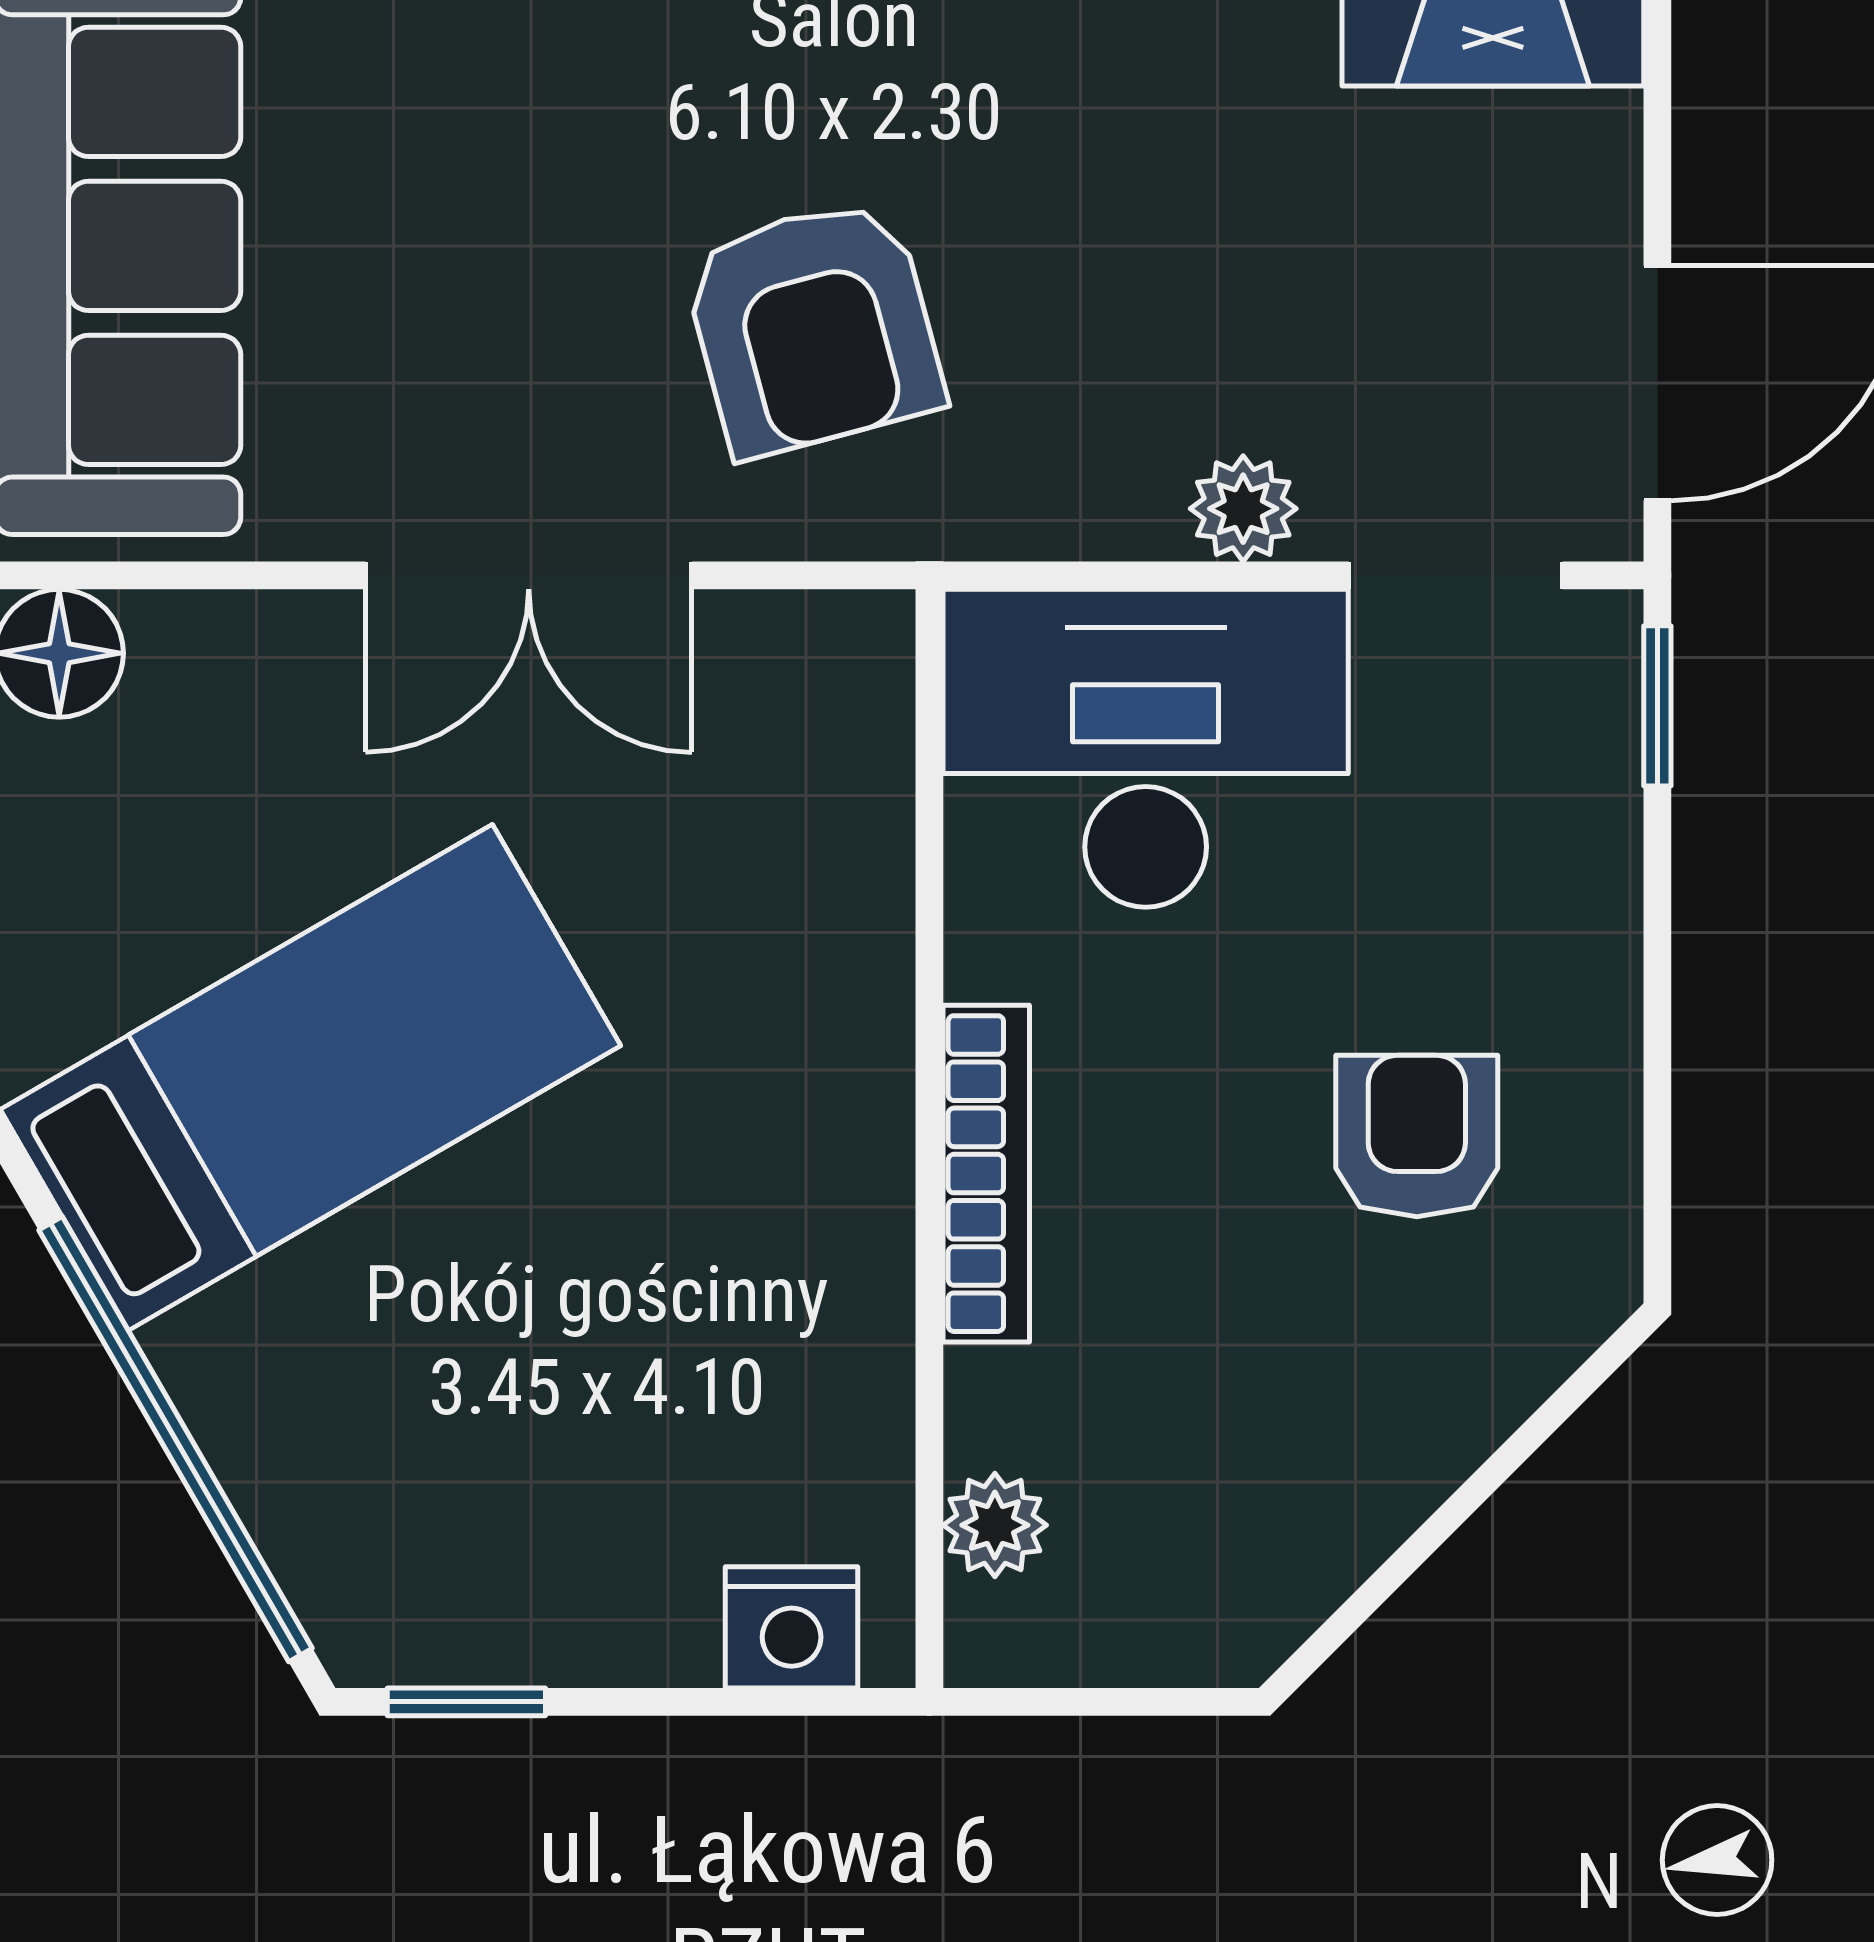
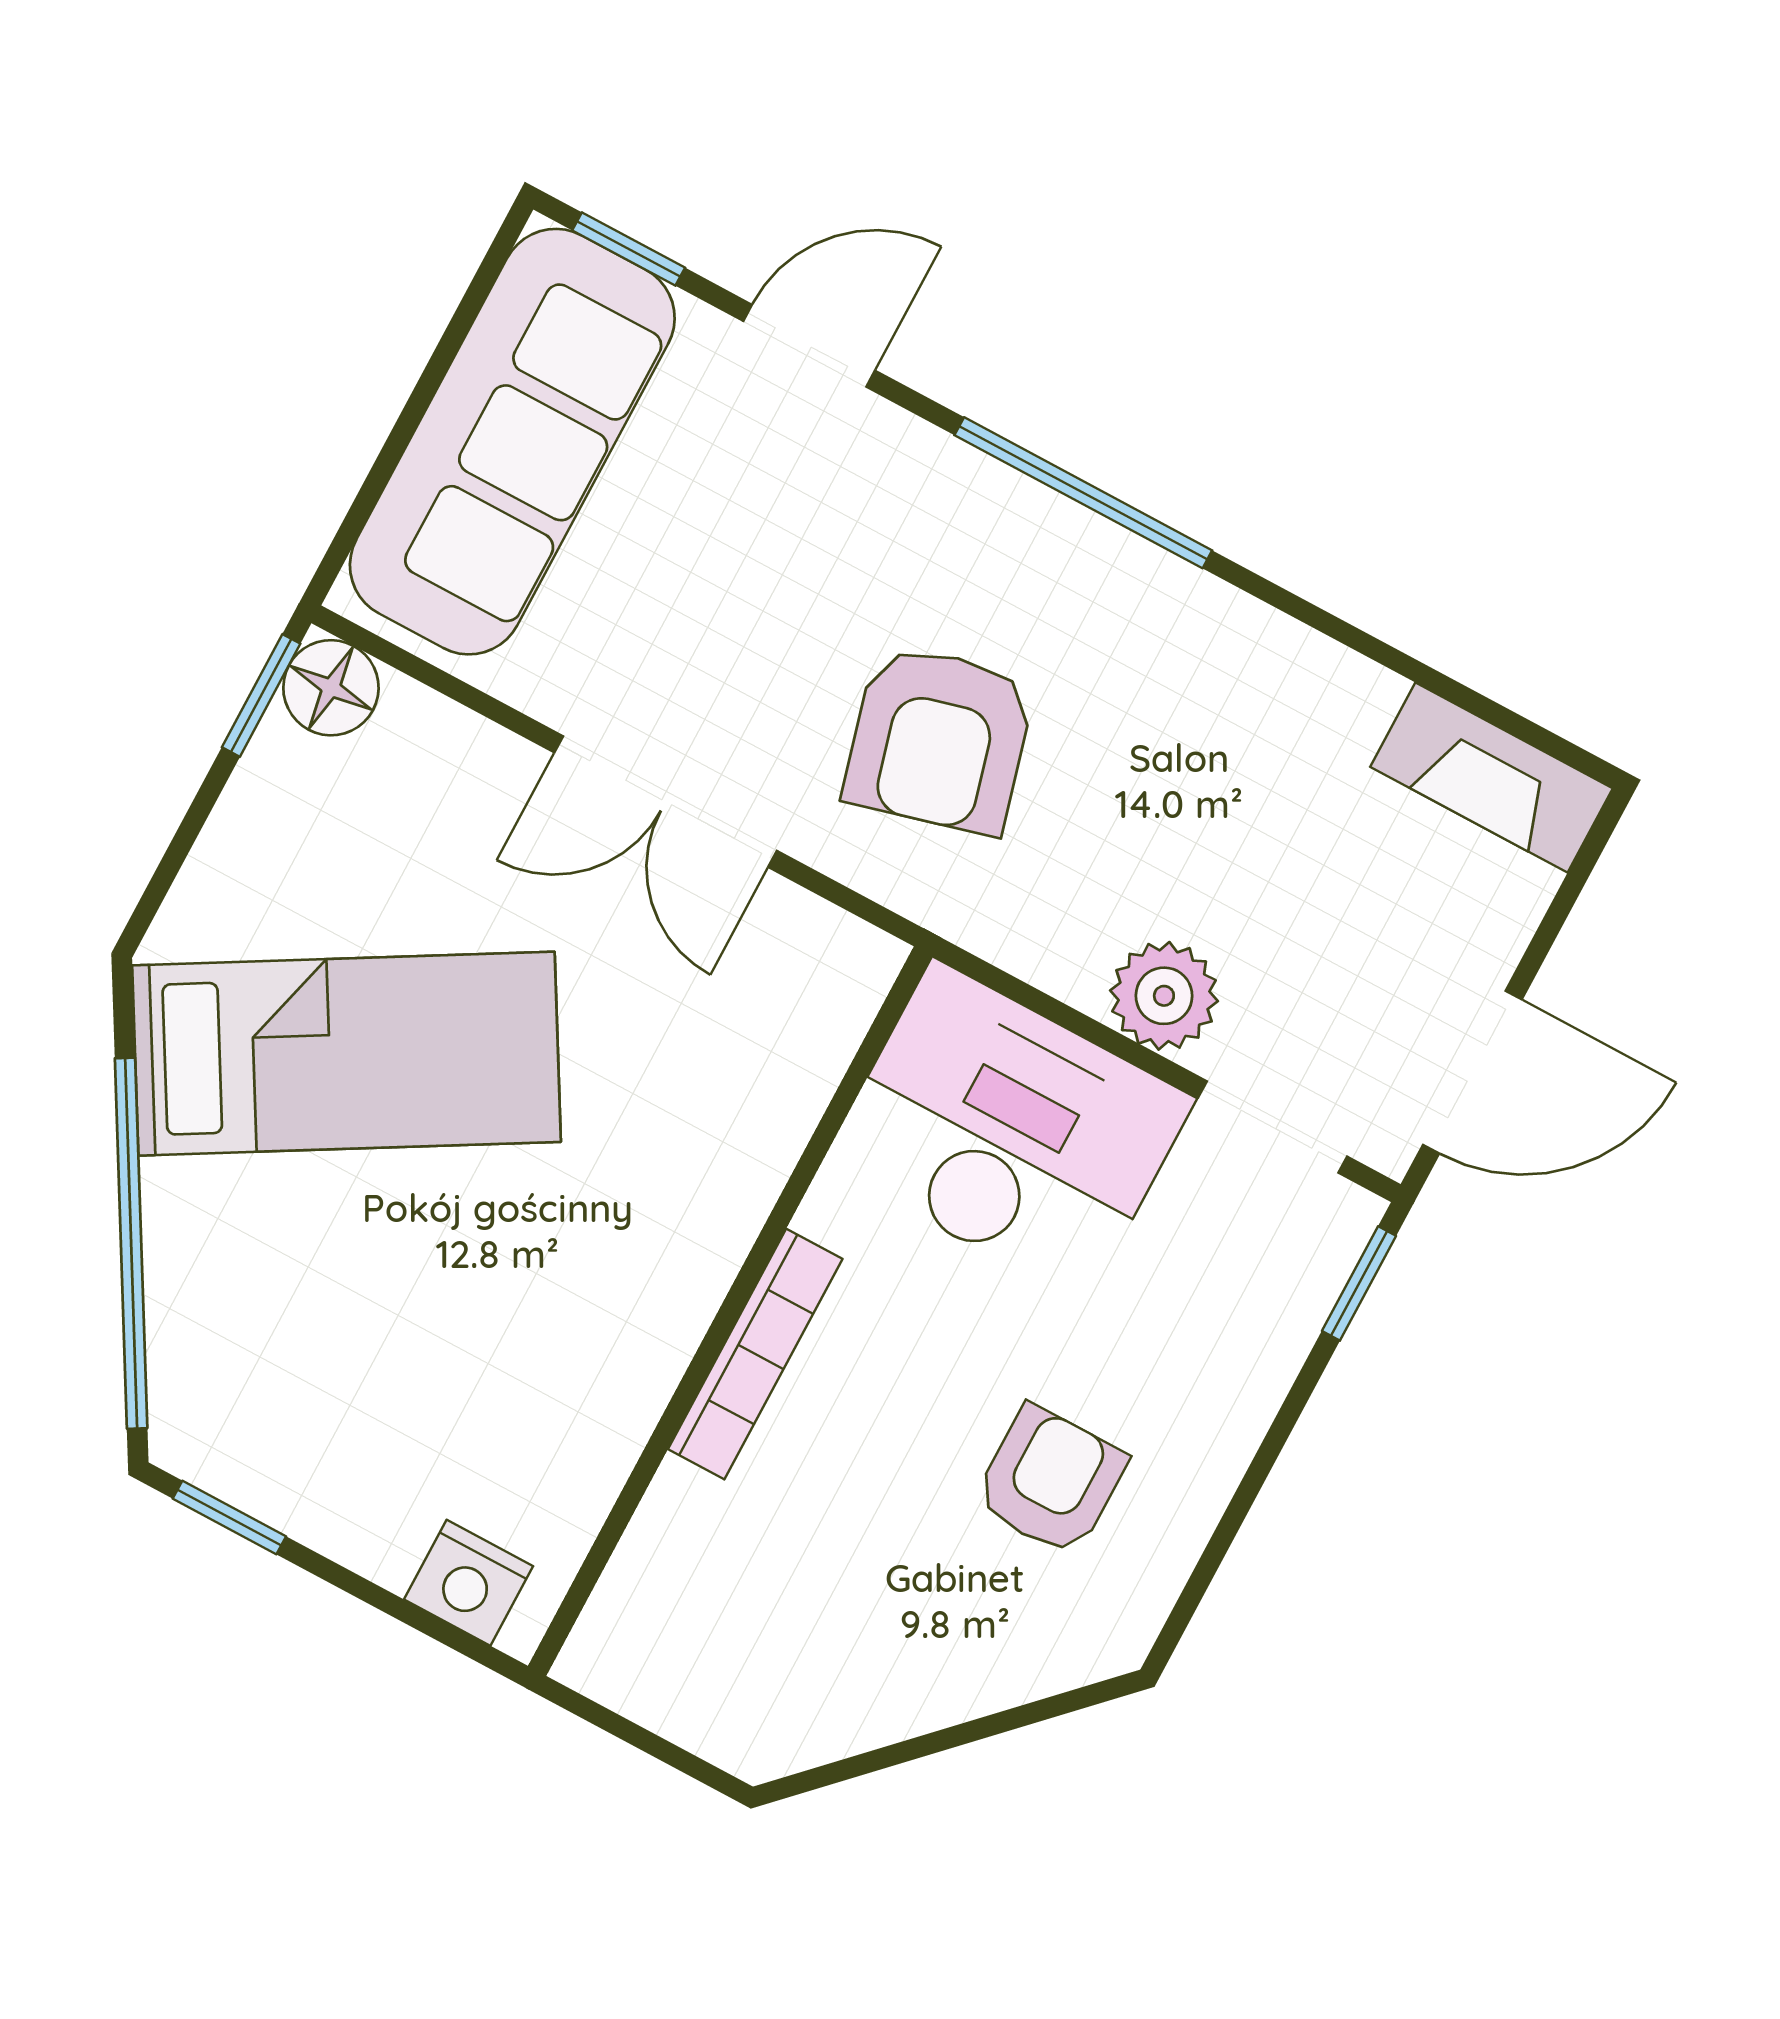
plant: (1243, 509) -> (1164, 996), width x1.38, depth x1.38
plant: (995, 1525) -> (638, 1587), removed

